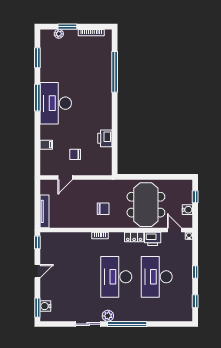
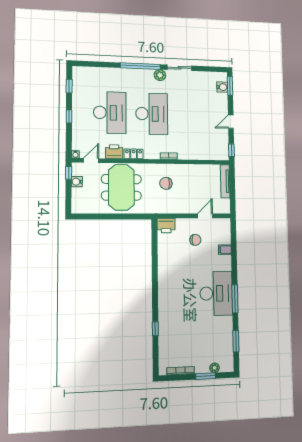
window: (115, 72) -> (155, 329), width x0.32
printer: (105, 138) -> (166, 226), moved, turned 90
window: (195, 197) -> (69, 173), moved
door: (174, 230) -> (91, 160), swing flipped

